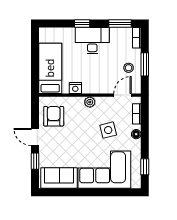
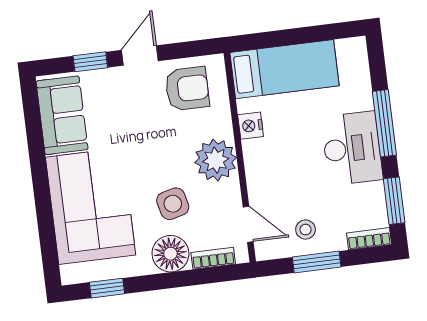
window: (82, 23) -> (384, 123), width x2.17
plant: (90, 102) -> (216, 160), width x1.88, depth x1.88
floor lamp: (136, 134) -> (170, 254), width x1.89, depth x1.89

